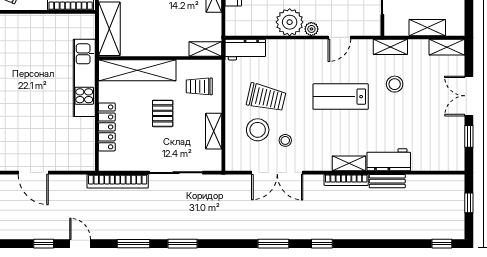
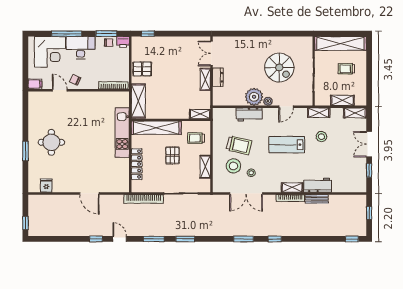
workbench: (245, 50) -> (249, 114), moved

